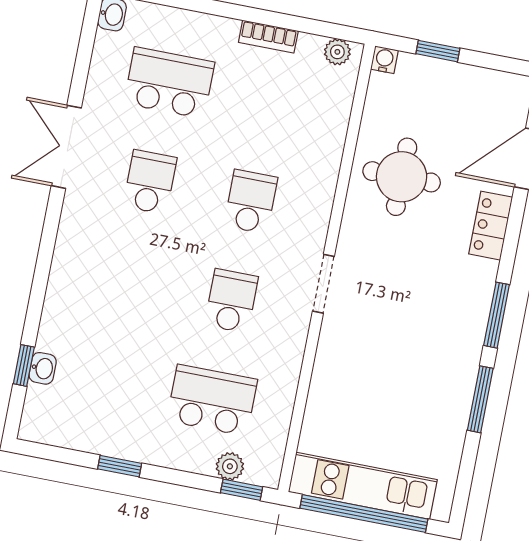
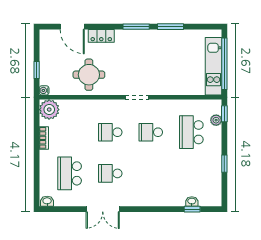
plant: (337, 52) -> (49, 110), width x1.88, depth x1.88

